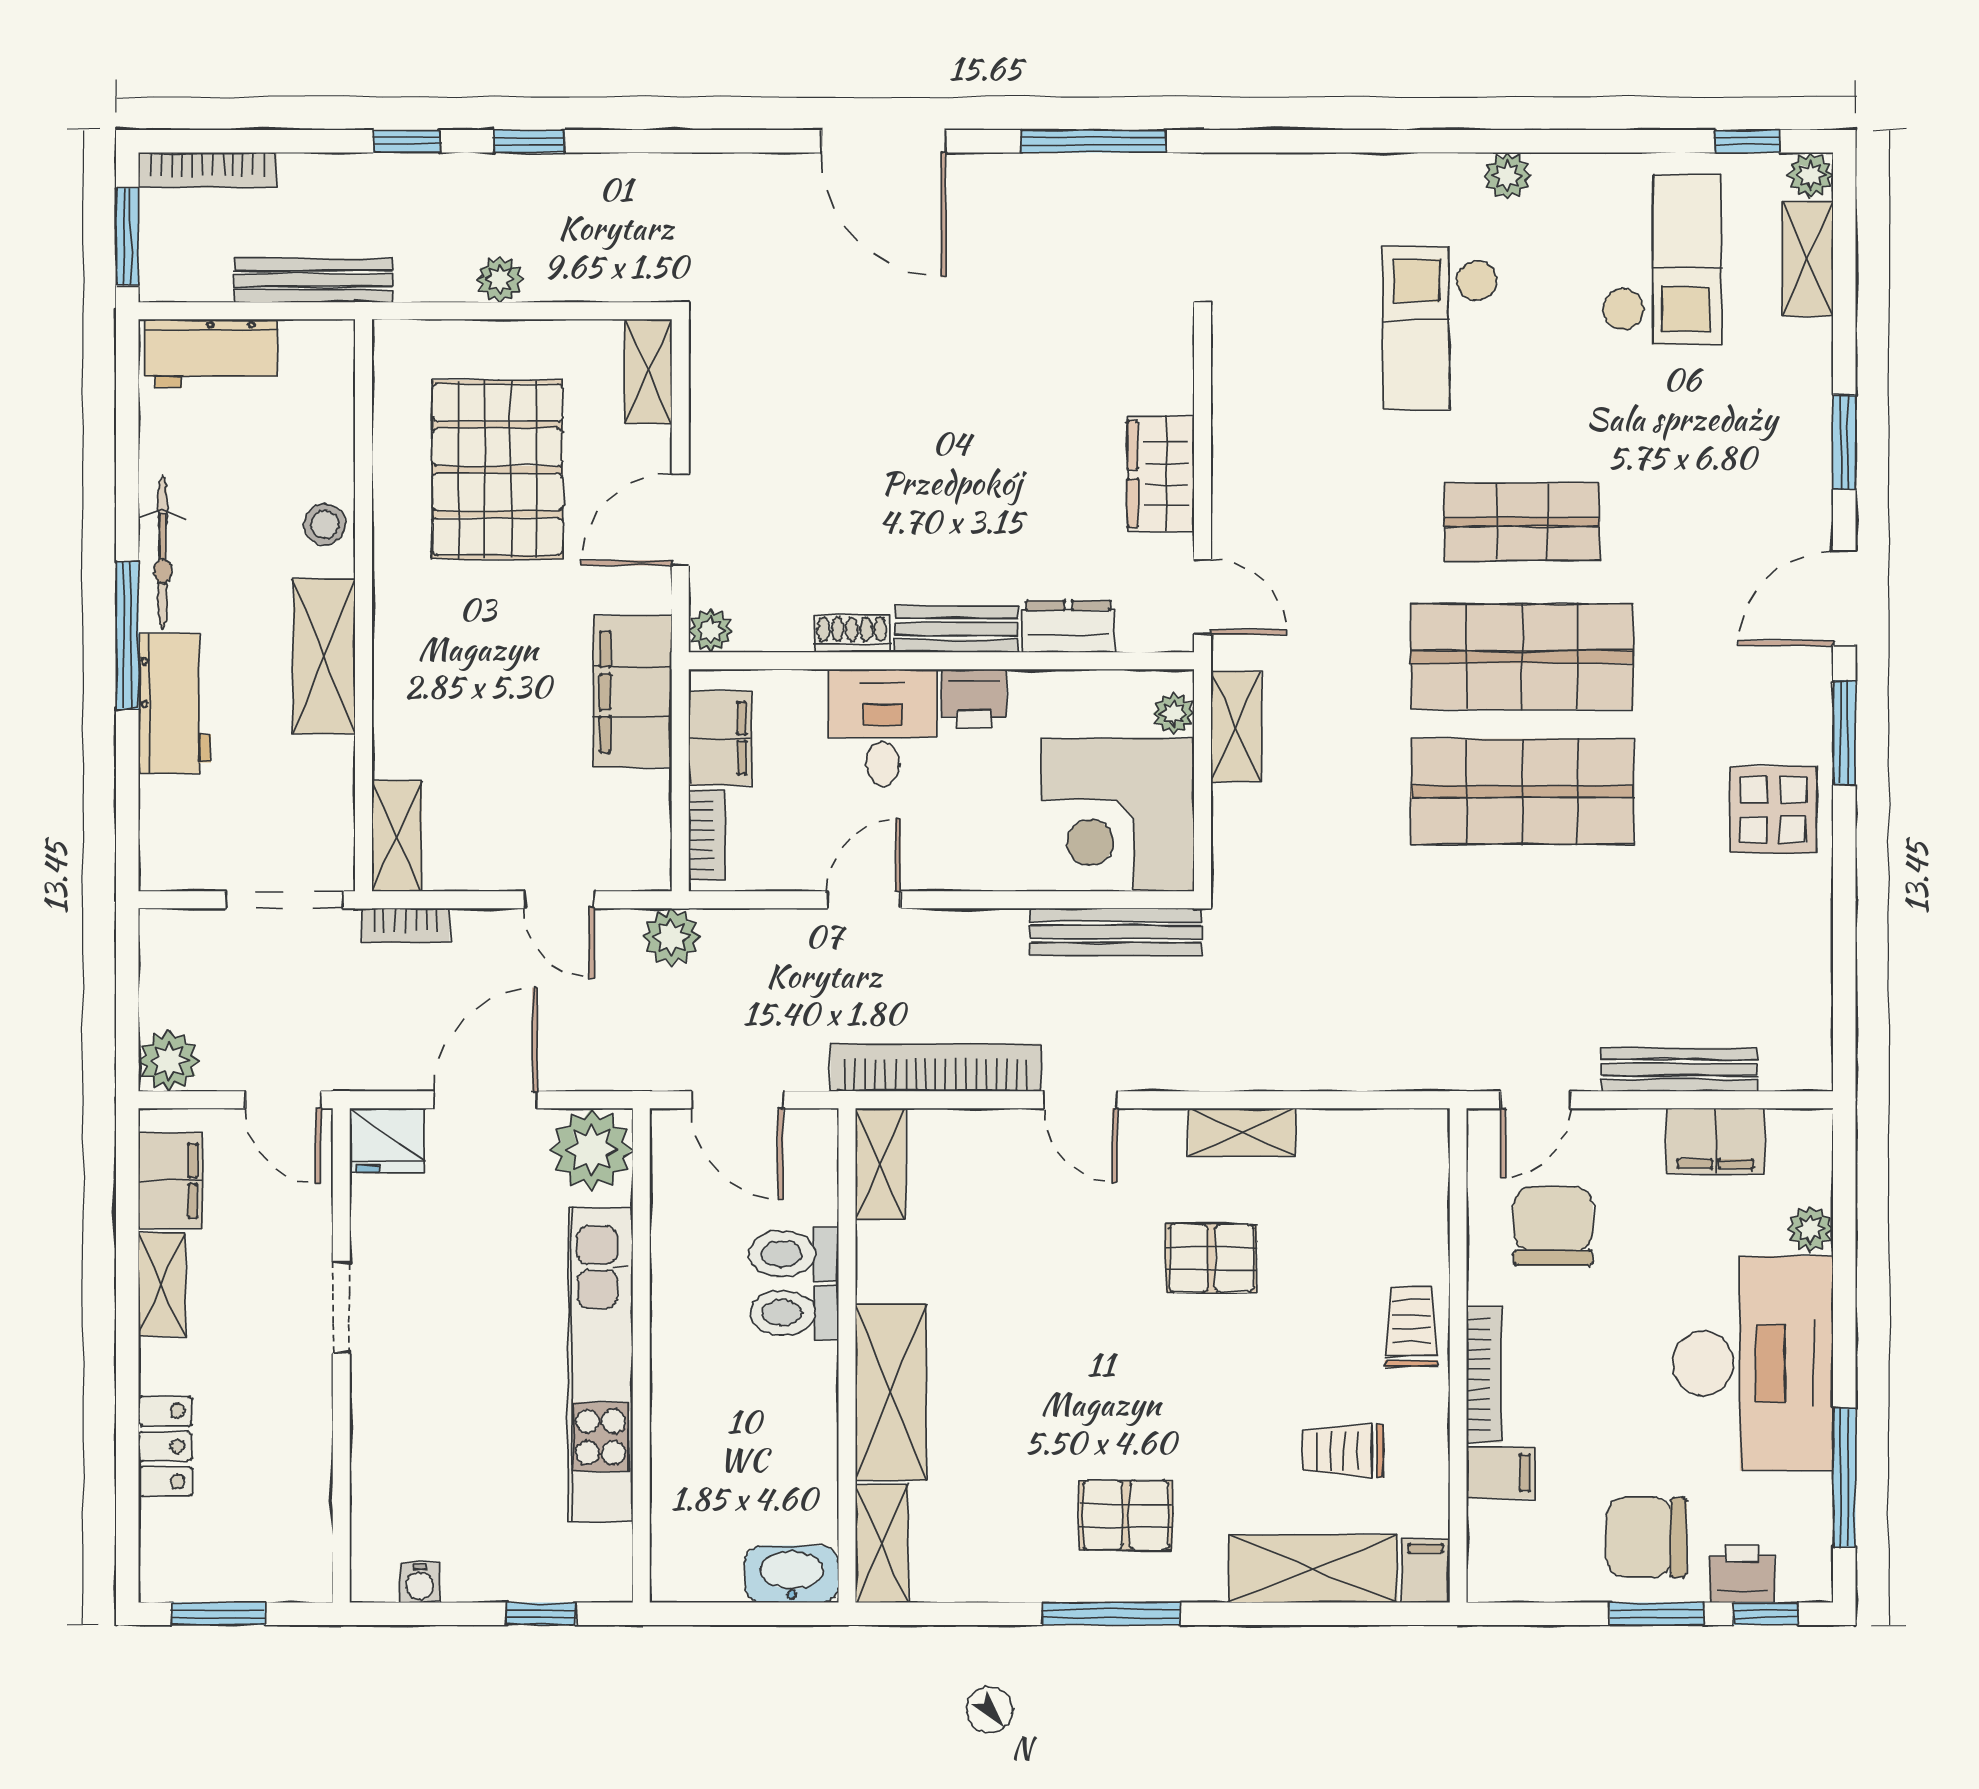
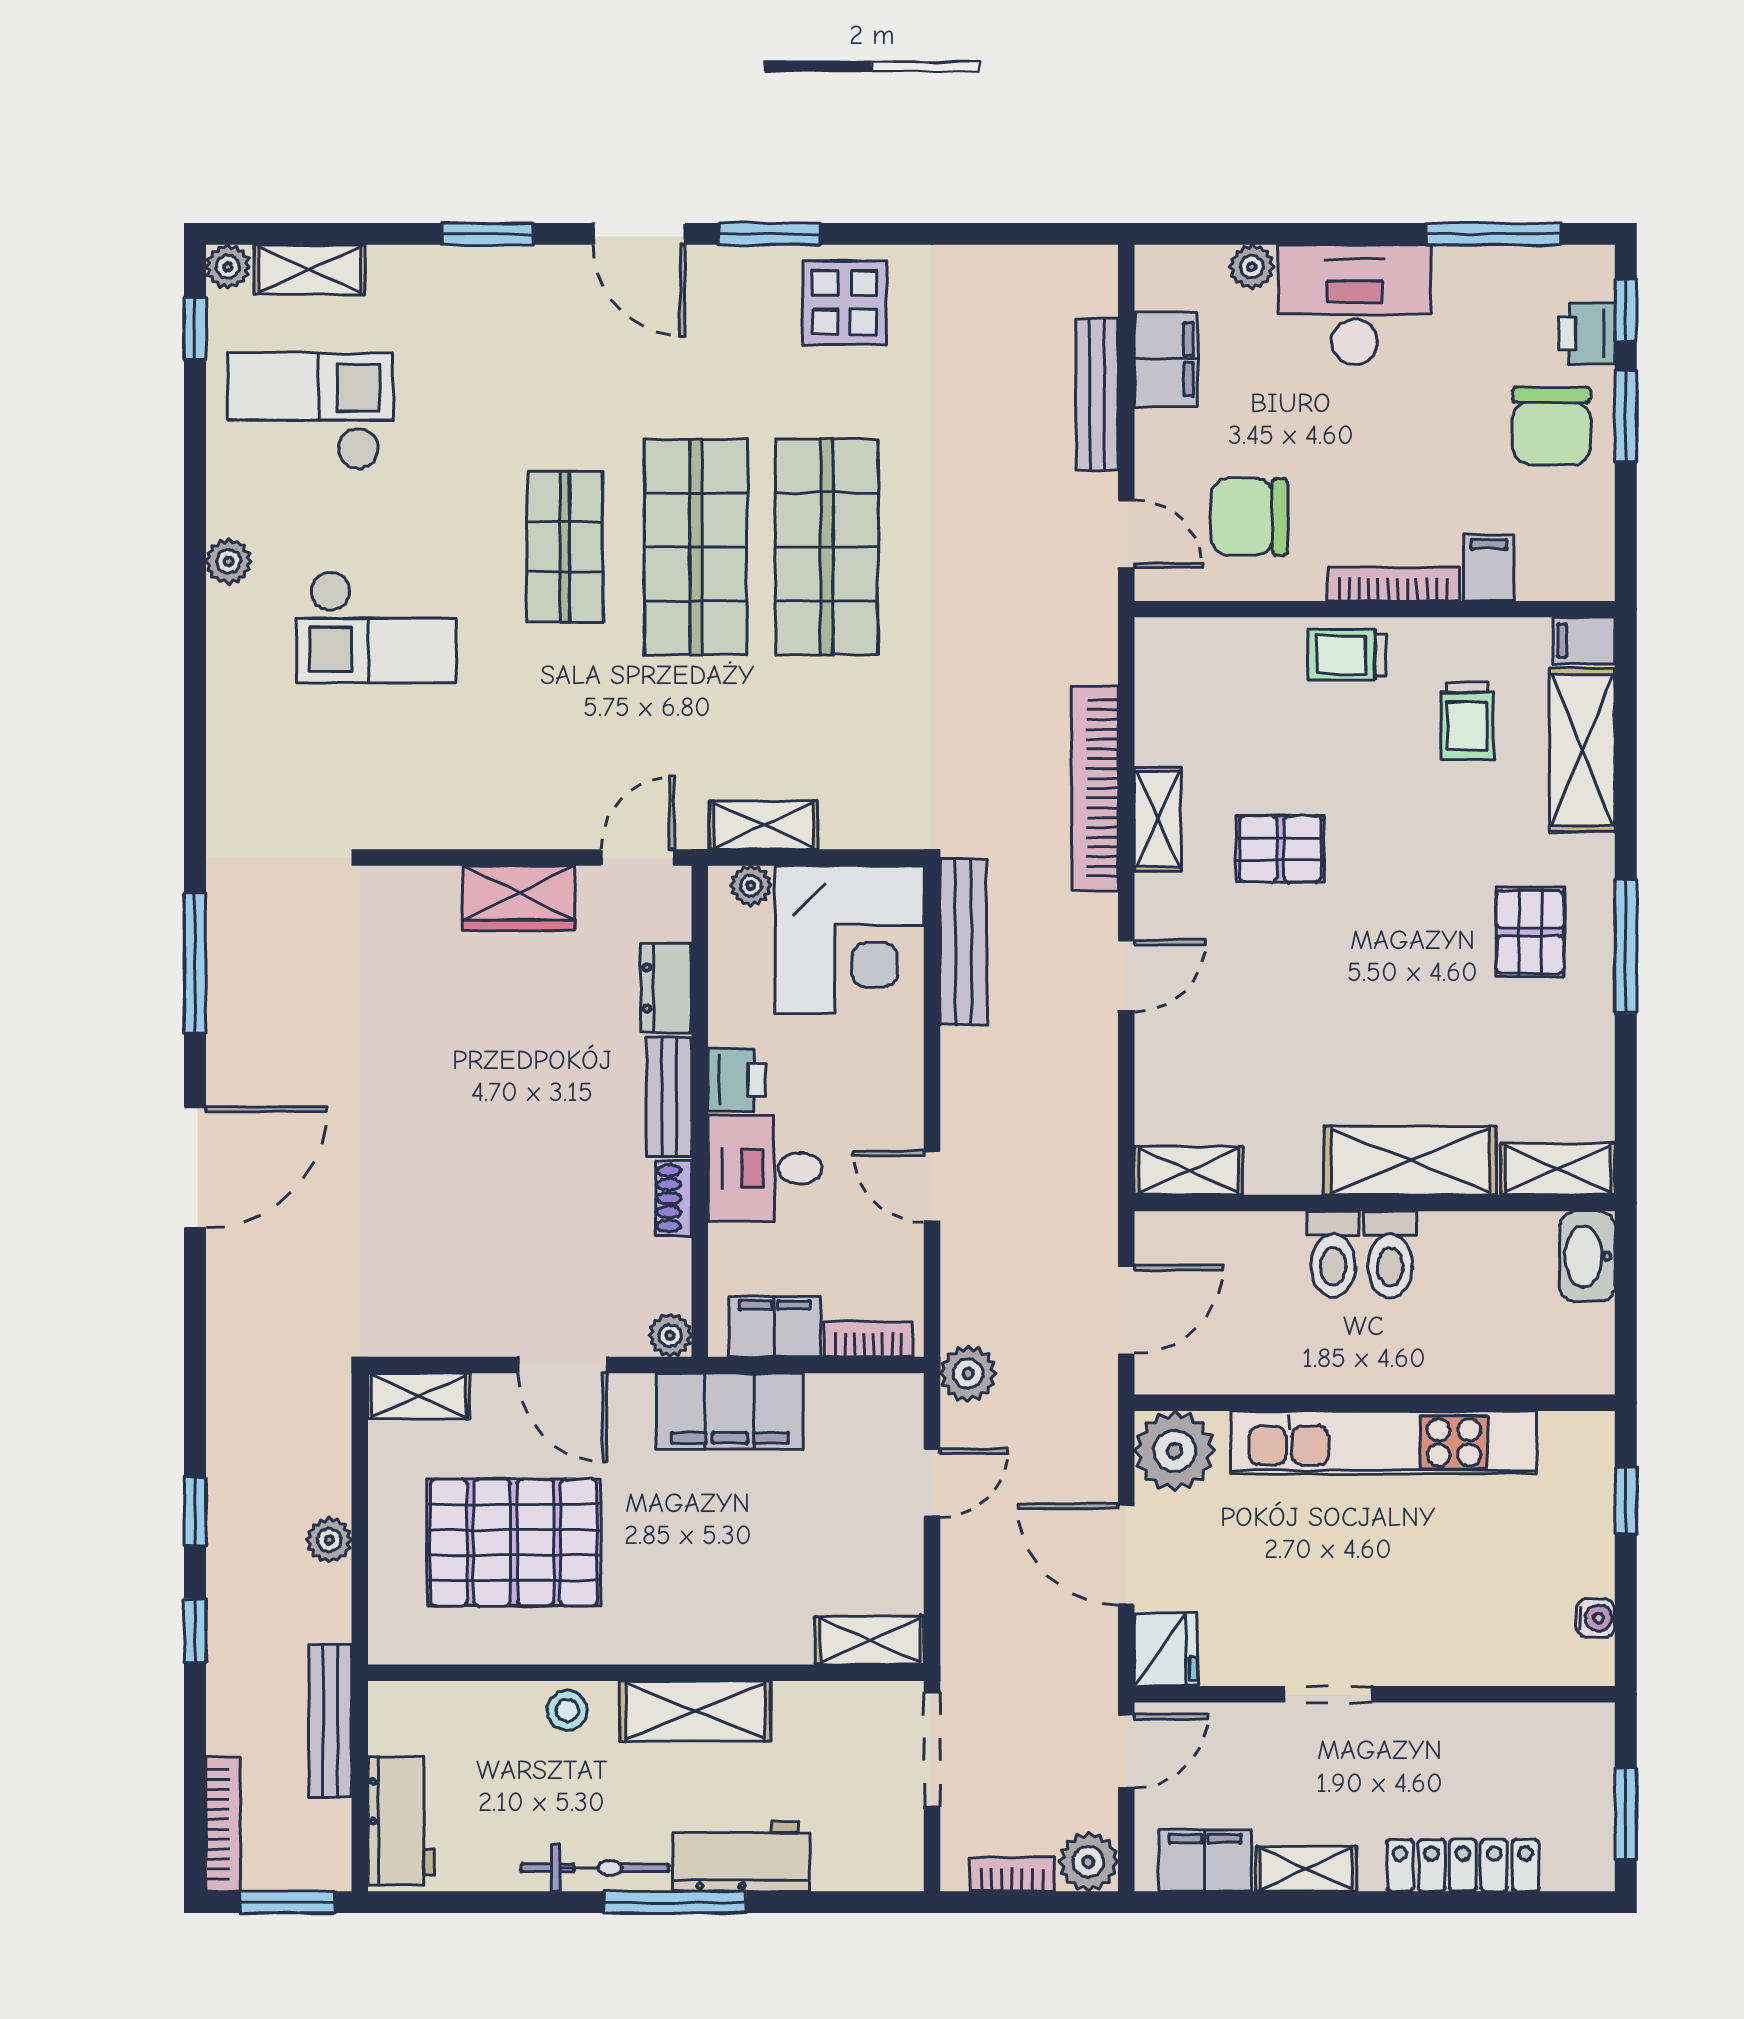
bookcase: (406, 925) -> (1012, 1874), moved, turned -90
bookcase: (936, 1068) -> (1095, 788), moved
toilet: (794, 1254) -> (1390, 1255), moved
pallet: (1211, 1258) -> (1280, 849), turned 90
desk: (1753, 1363) -> (1355, 305), width x0.73, depth x0.77
locker: (165, 1446) -> (1463, 1865), width x1.53

